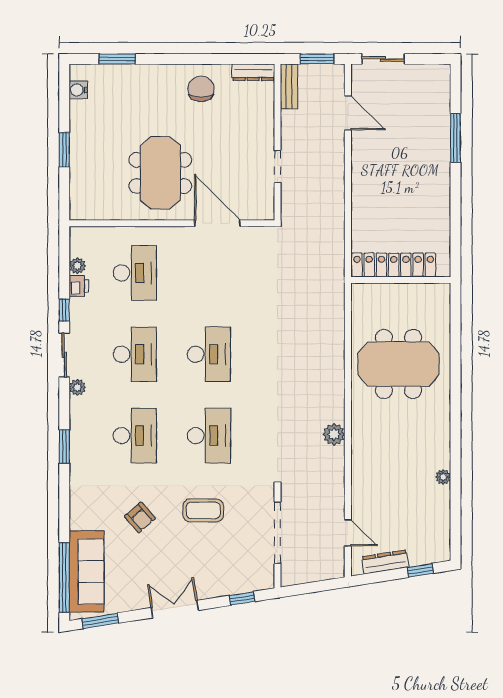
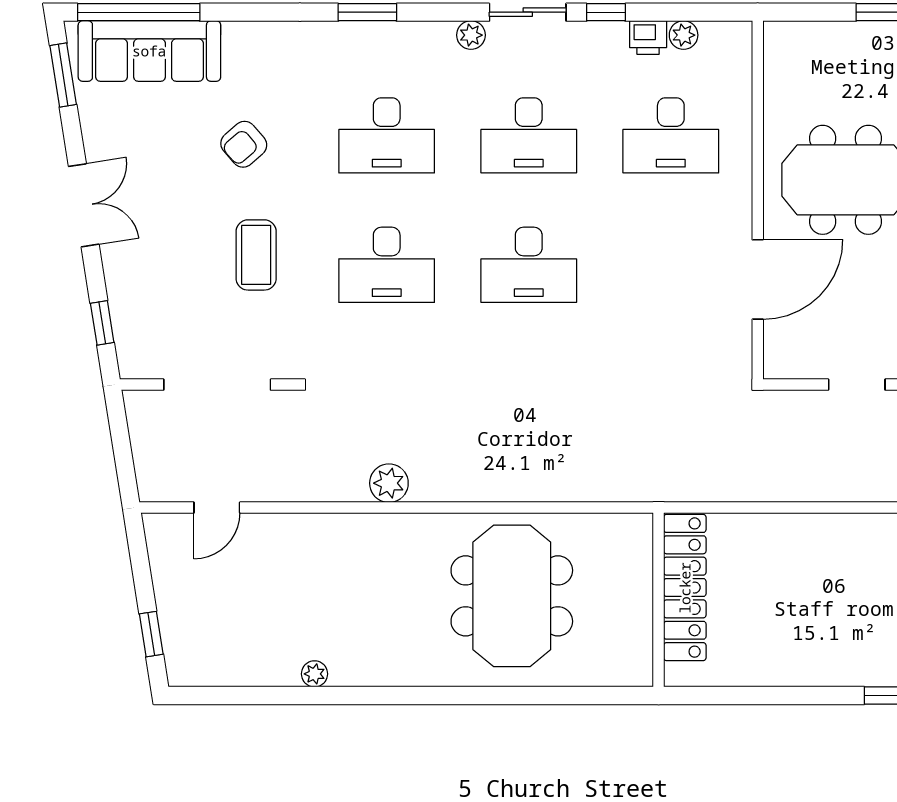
dresser: (385, 562) -> (166, 573), removed

